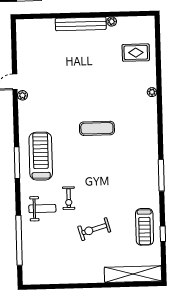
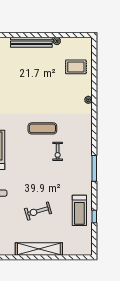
exercise bike: (69, 198) -> (58, 151), moved
shelving: (133, 274) -> (39, 249), moved

